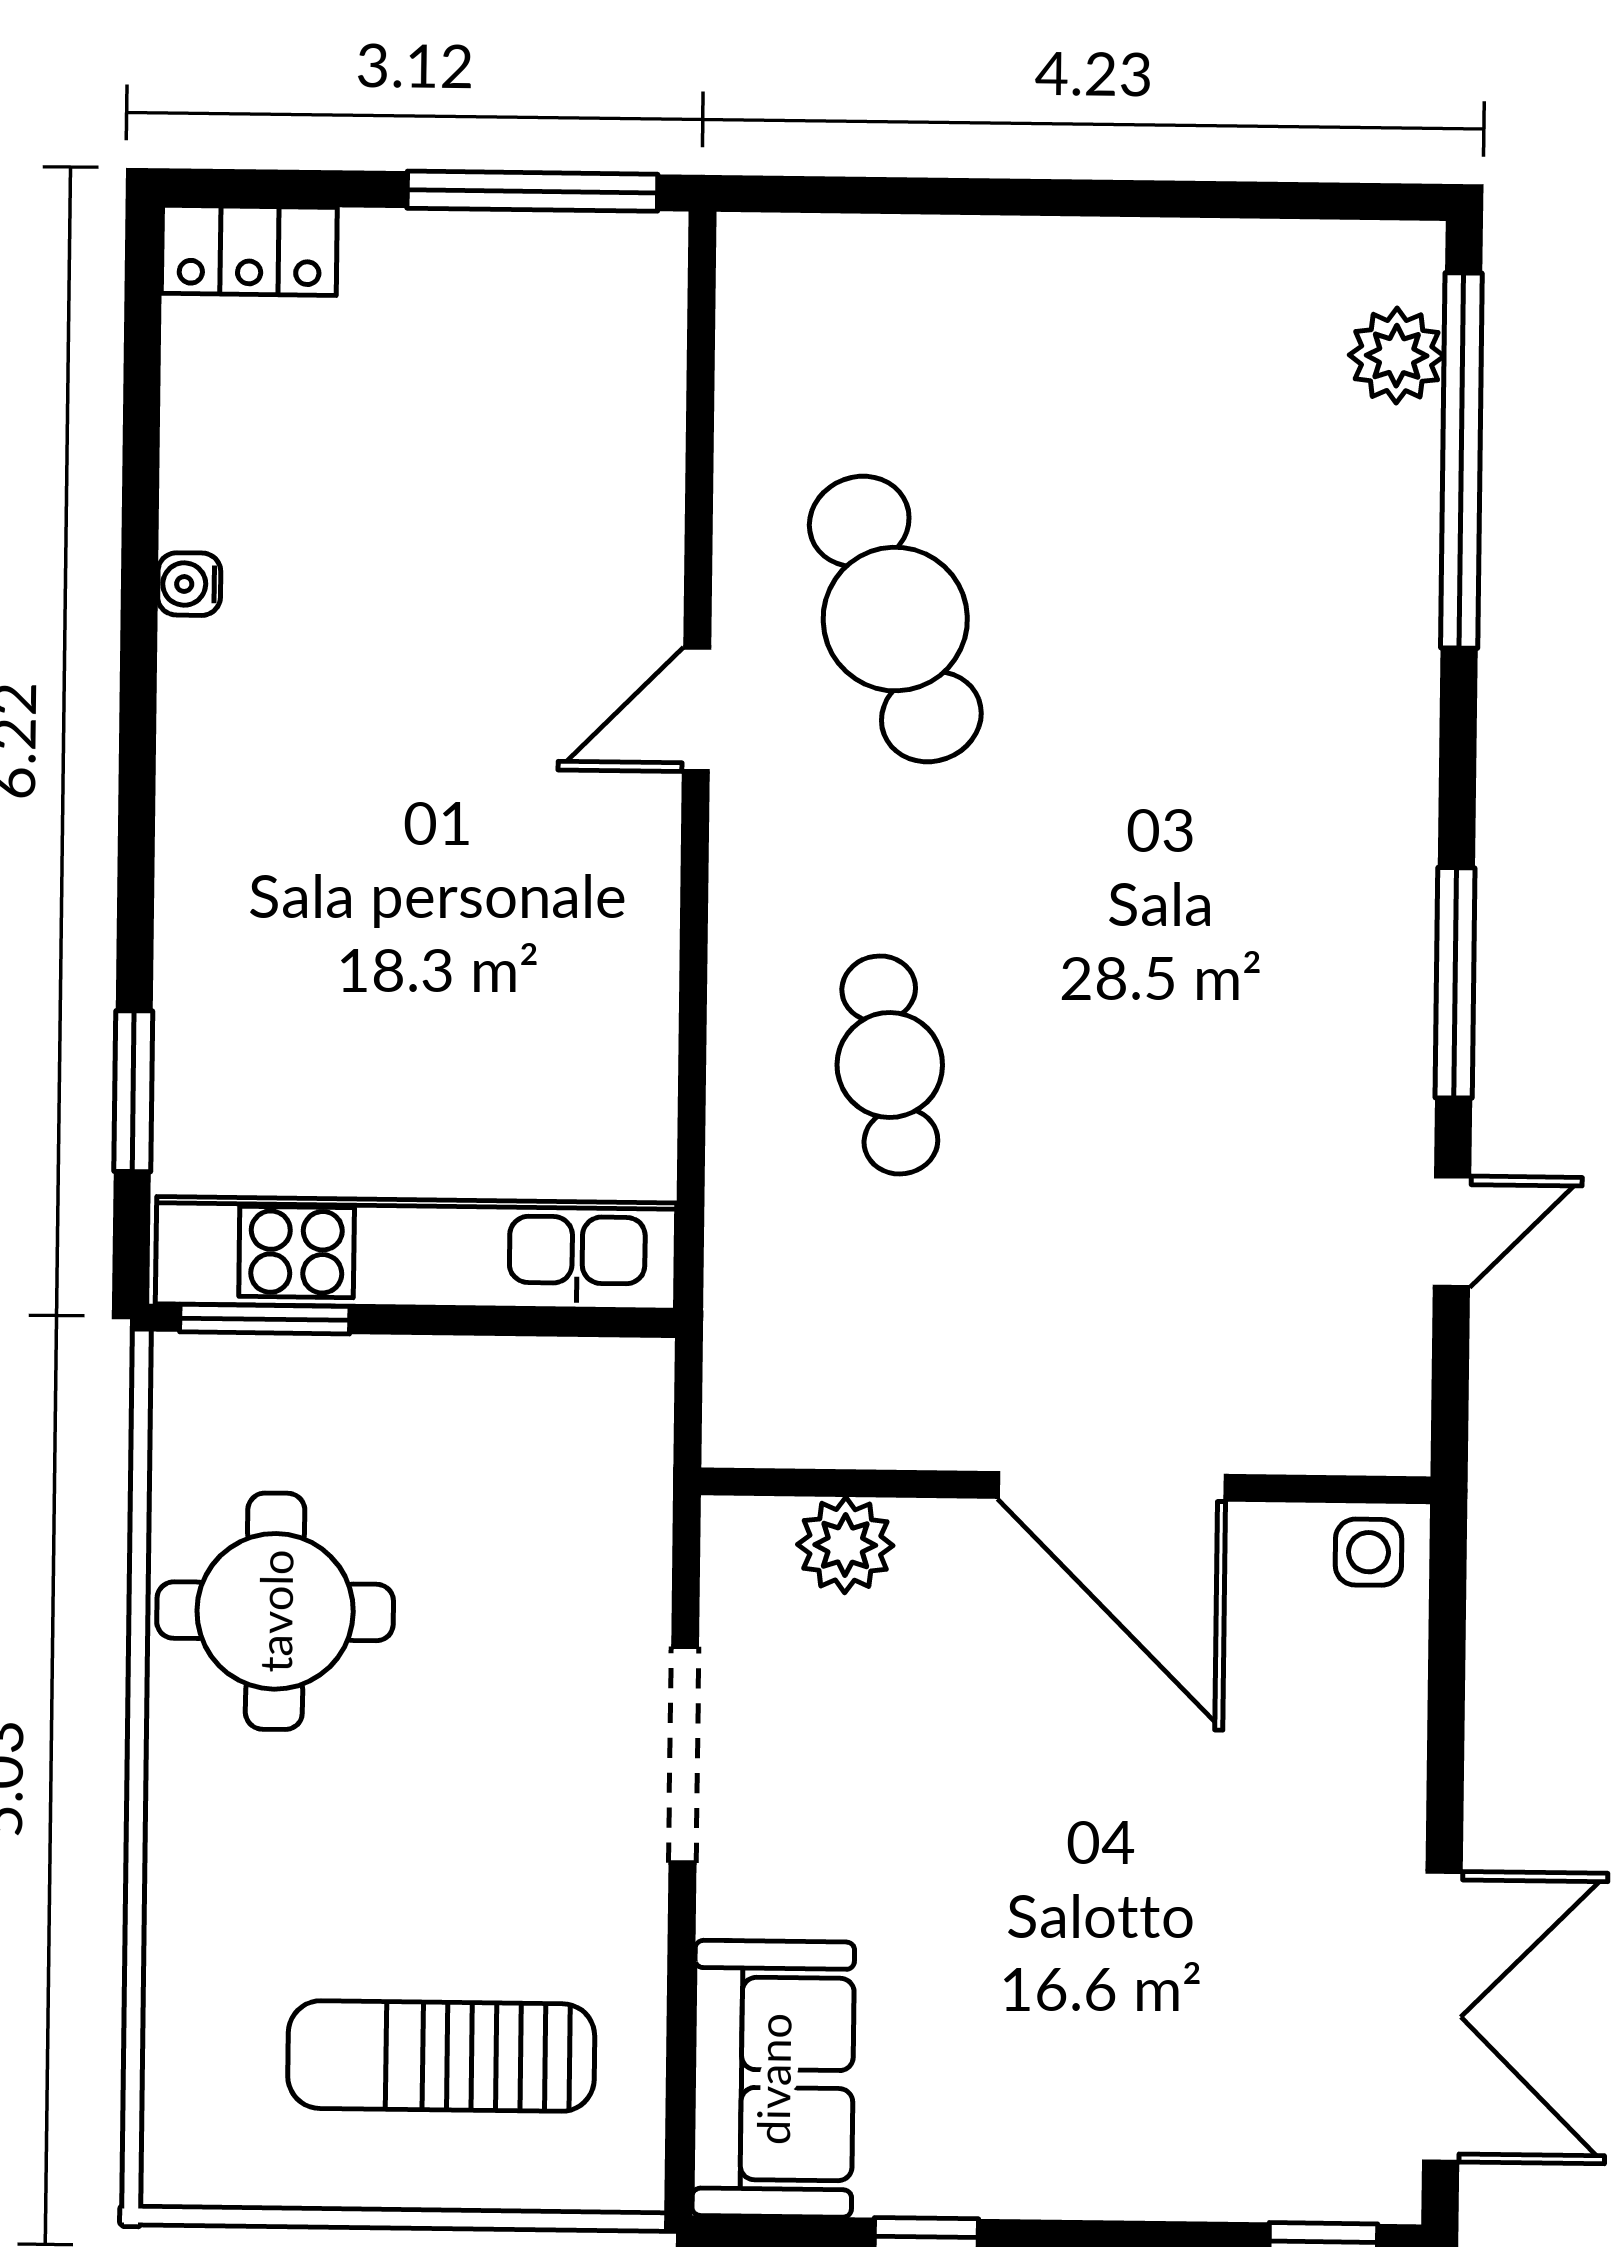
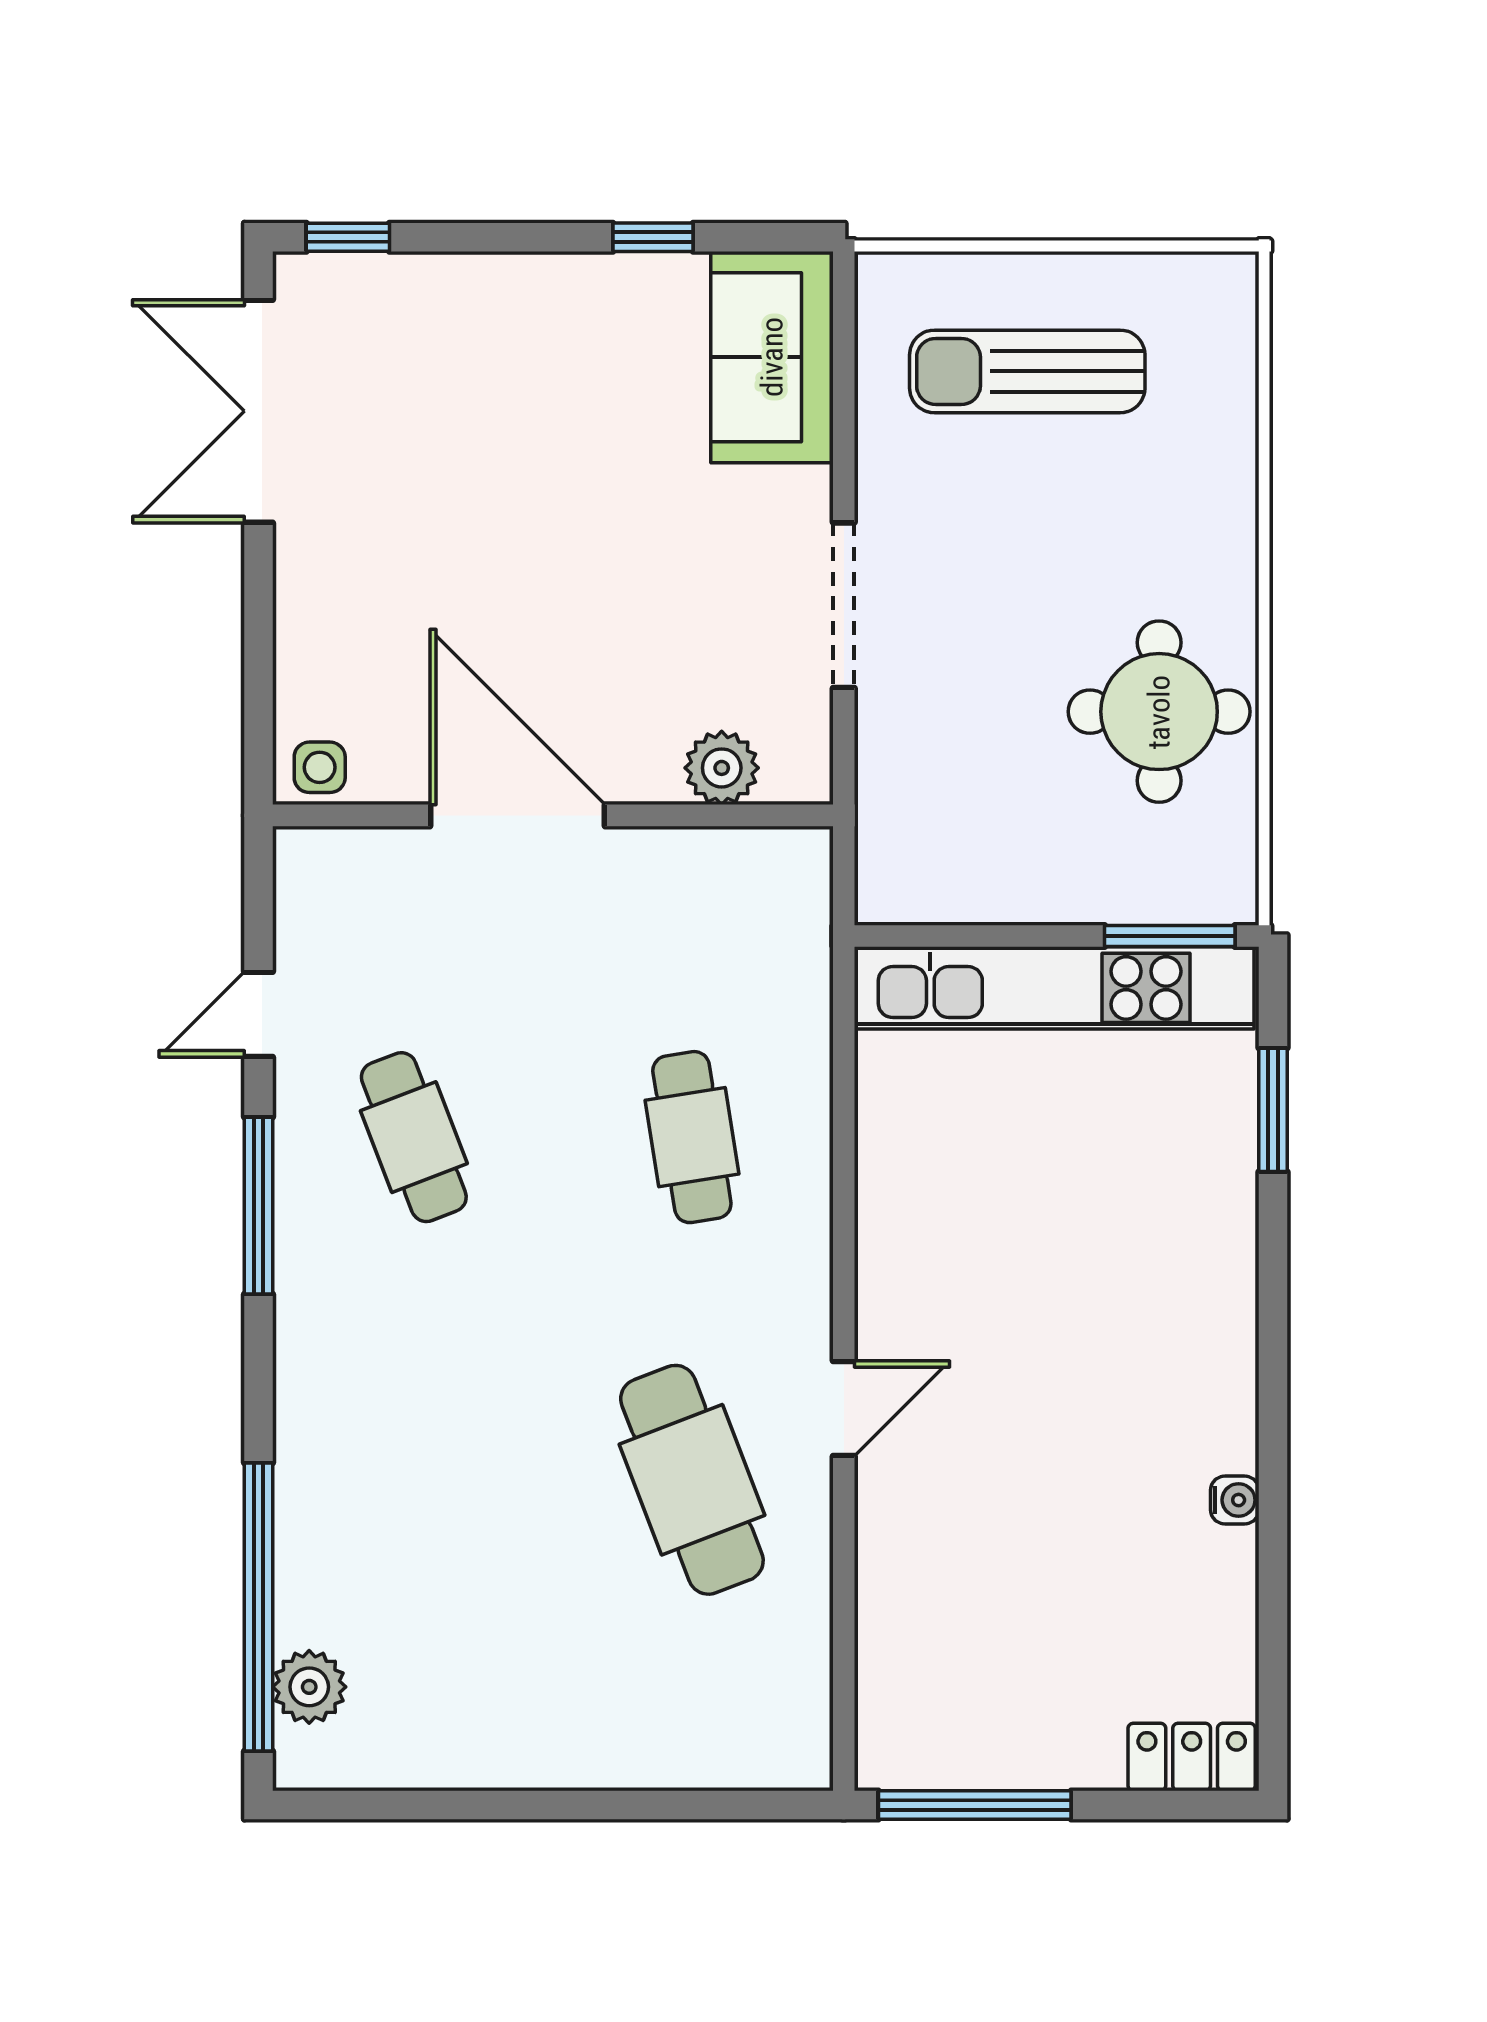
cafe table: (1252, 1069) -> (414, 1137), added
sun lounger: (441, 2056) -> (1027, 371), turned 180

